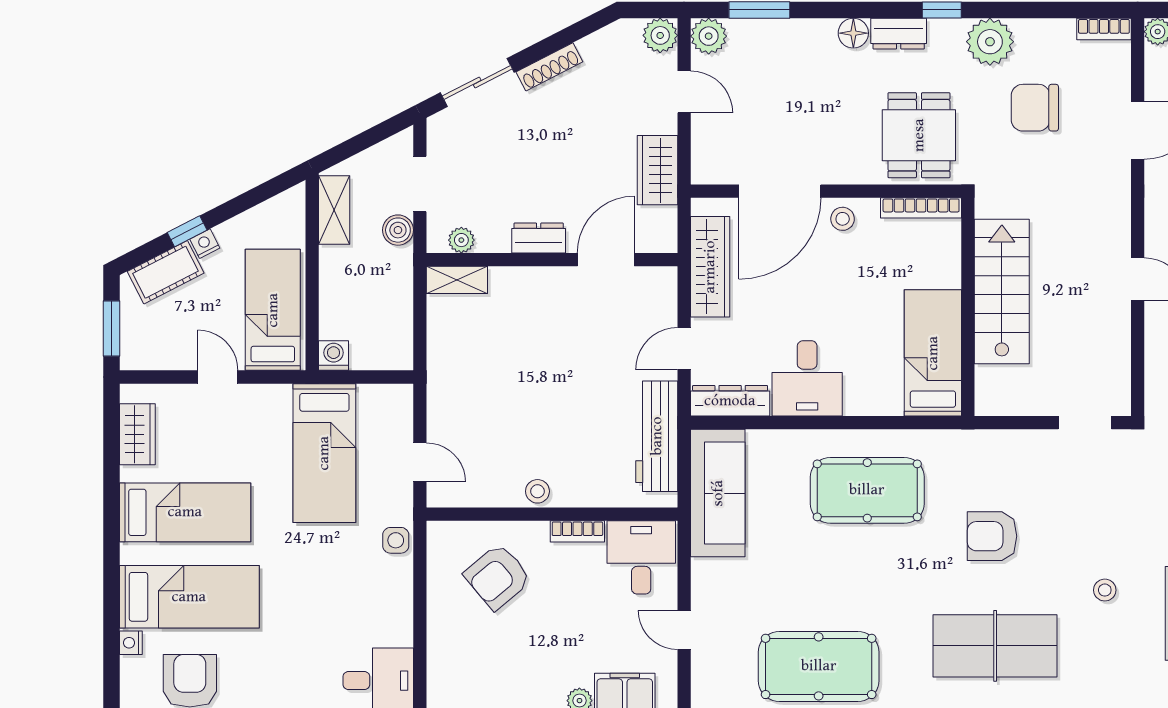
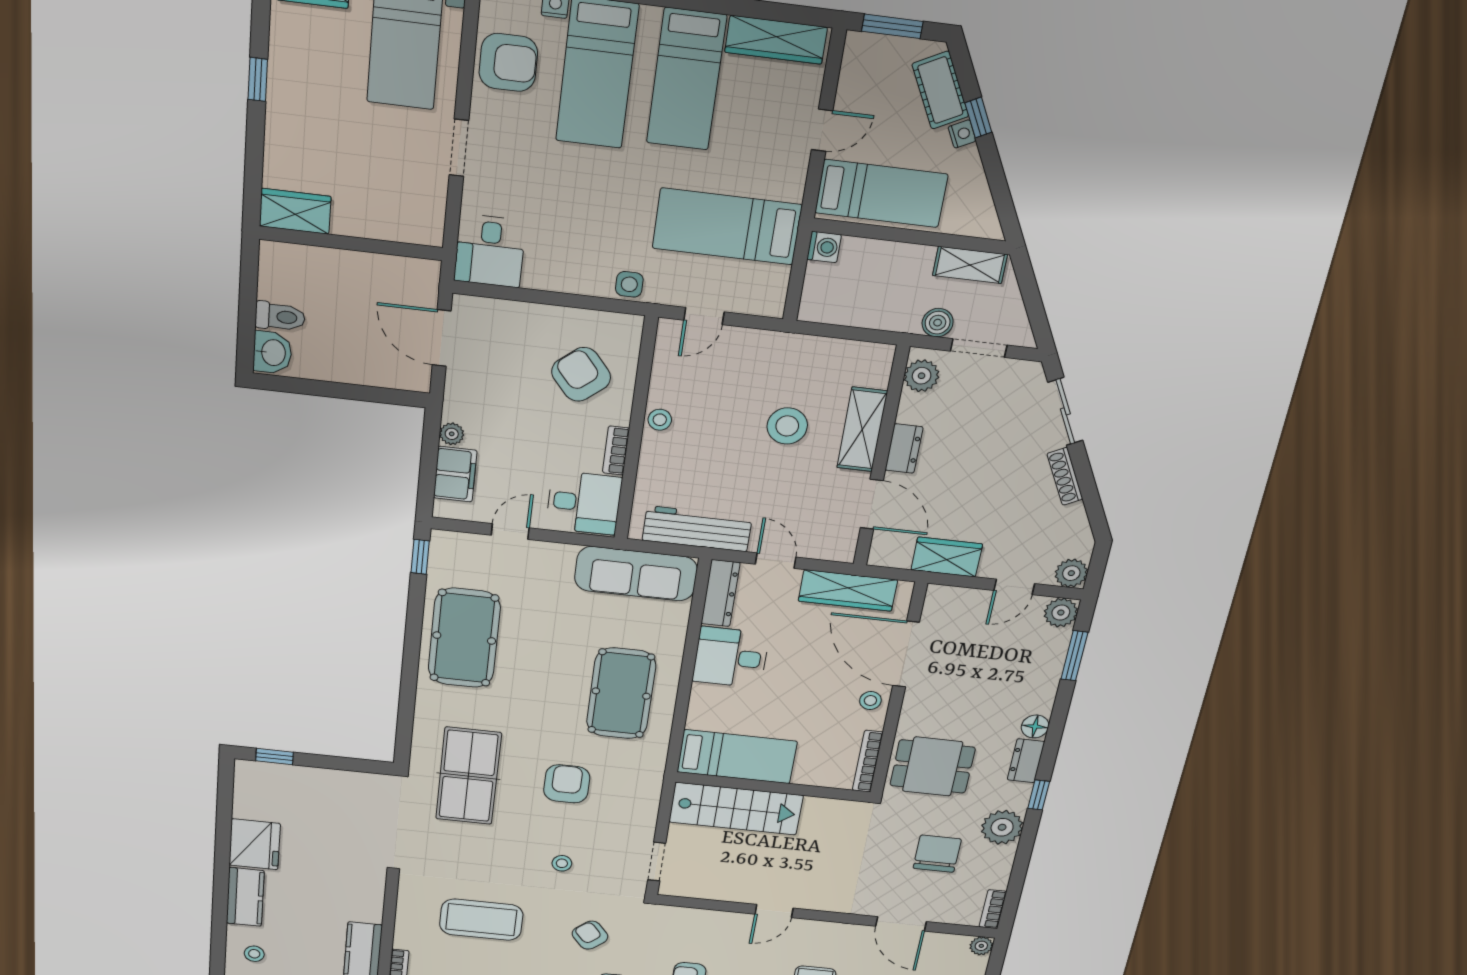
plant: (461, 240) -> (922, 376), width x1.38, depth x1.38
shelving: (457, 280) -> (862, 429), moved, width x1.50, depth x1.33
stairs: (1002, 292) -> (736, 809), moved
stool: (528, 361) -> (787, 426), added
wardrobe: (137, 434) -> (776, 40), width x1.50
stool: (1105, 590) -> (562, 863), moved

